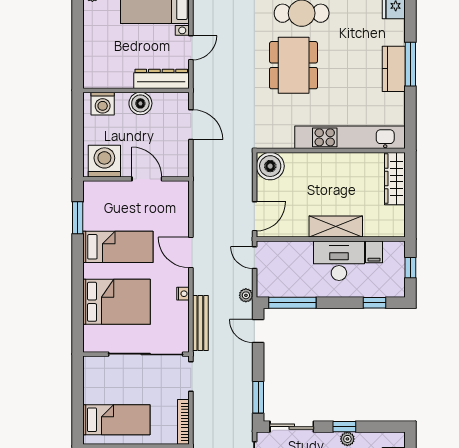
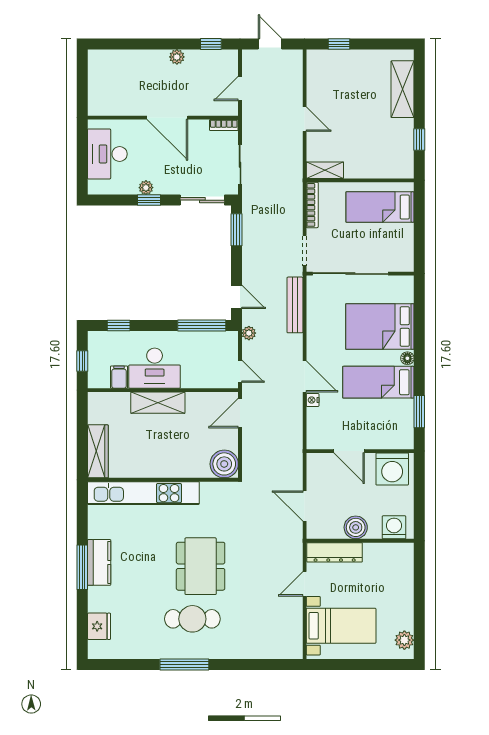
floor lamp: (89, 270) -> (407, 358), added
nightstand: (183, 294) -> (313, 400), moved

